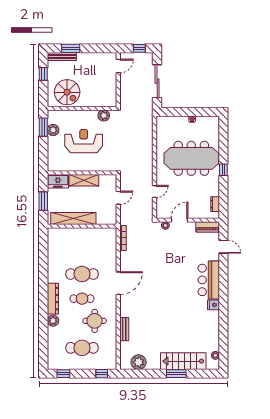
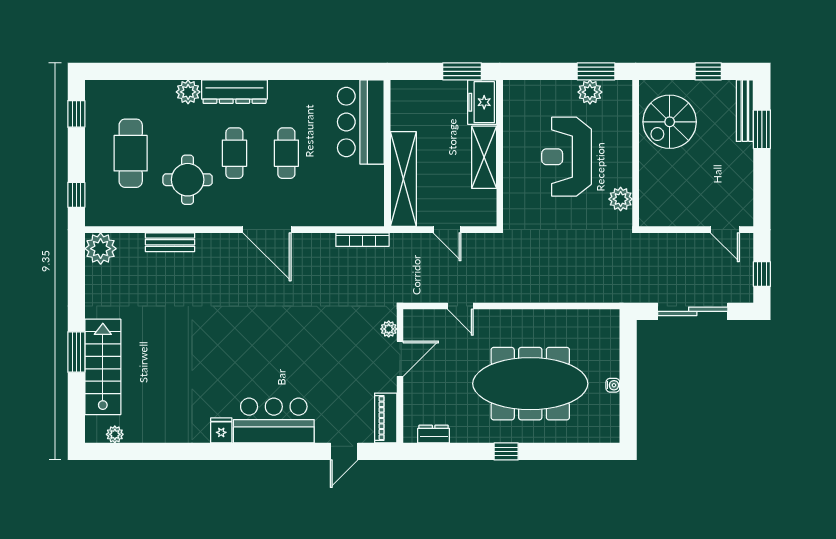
reception desk: (84, 141) -> (567, 157), turned 180
meeting table: (191, 158) -> (530, 384), turned 90
window: (43, 201) -> (462, 71), moved
shelving: (73, 218) -> (403, 179), moved
door: (179, 220) -> (400, 359), hinge flipped
bar counter: (67, 239) -> (361, 122), added
cafe table: (82, 274) -> (286, 153), width x0.73, depth x0.74
plant: (139, 362) -> (101, 249), moved

